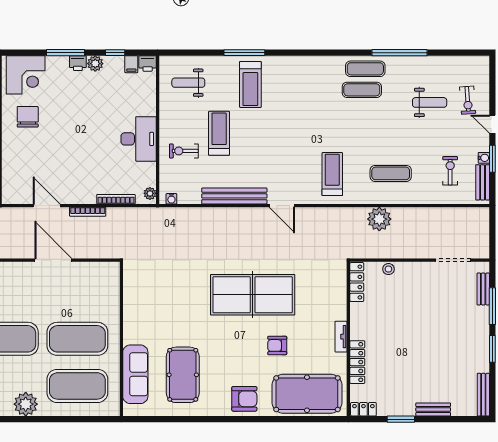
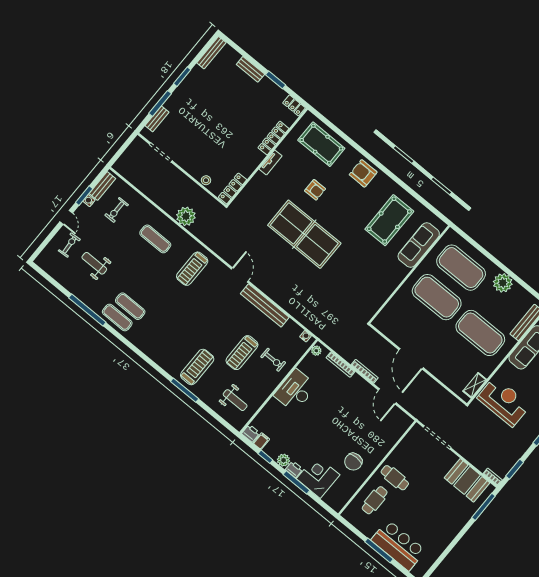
corner desk: (26, 75) -> (318, 477), moved
pool table: (307, 394) -> (321, 144), width x0.73, depth x0.76

